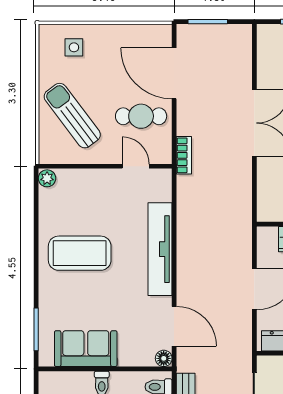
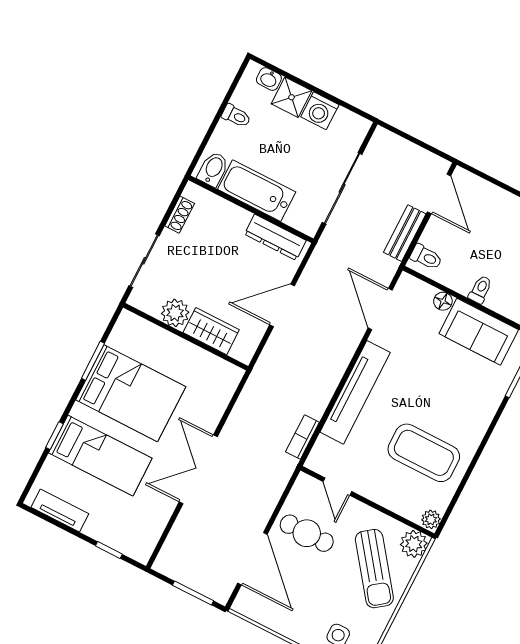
plant: (51, 152) -> (414, 544), added
bookcase: (184, 155) -> (302, 437), moved
coffee table: (80, 253) -> (424, 453), moved
floor lamp: (164, 358) -> (443, 301), moved

